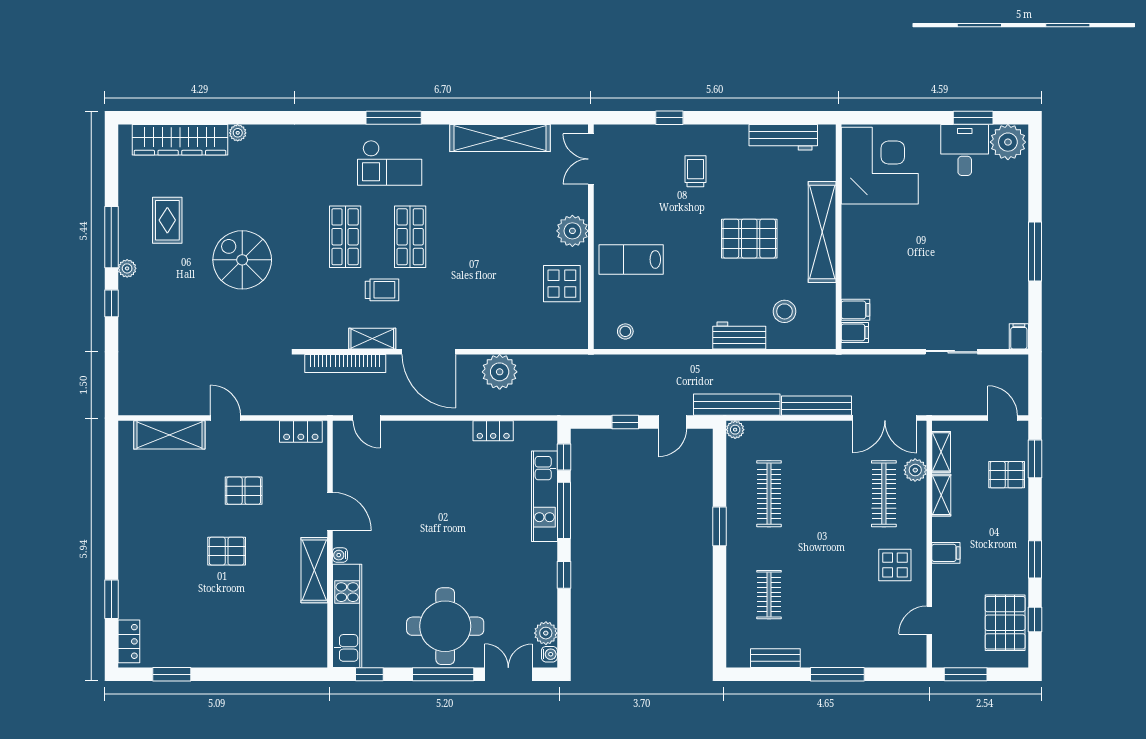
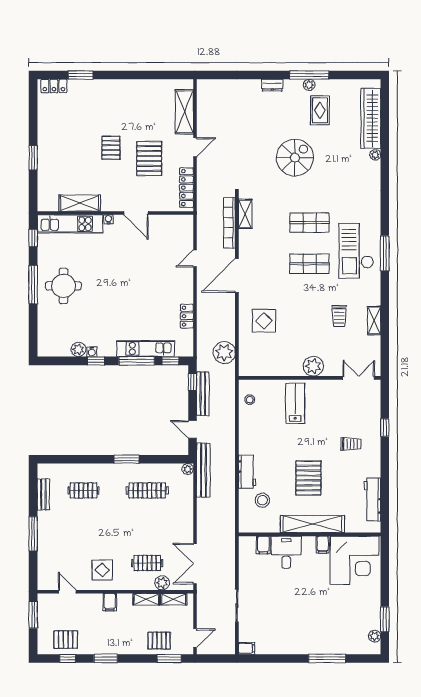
shelving: (500, 138) -> (374, 321), width x0.45, depth x0.75
plant: (1008, 142) -> (375, 636), width x0.53, depth x0.53
desk: (965, 150) -> (286, 552), moved, turned -90
checkout: (390, 163) -> (356, 251), width x1.36, depth x1.21
rug: (167, 220) -> (320, 110), turned 90
window: (1035, 251) -> (327, 658), moved
plant: (127, 268) -> (309, 85), moved
display table: (562, 284) -> (264, 321), moved
trolley: (382, 290) -> (339, 316), moved
dresser: (127, 296) -> (272, 85), added
window: (111, 303) -> (267, 75), removed
filing cabinet: (855, 332) -> (323, 545), moved
shelving: (372, 339) -> (245, 214), moved
plant: (500, 372) -> (224, 353), moved
bench: (816, 406) -> (203, 394), moved
door: (366, 418) -> (195, 258), moved
window: (625, 422) -> (192, 382), moved
locker: (301, 432) -> (186, 188), width x1.53
pallet: (1007, 475) -> (159, 641), turned 90
pallet: (244, 491) -> (149, 158), width x1.50, depth x1.42
clothes rail: (884, 494) -> (147, 563), width x0.73
door: (330, 511) -> (136, 213), hinge flipped
shelving: (314, 570) -> (80, 203), moved
pallet: (1005, 623) -> (66, 640), width x0.67, depth x0.71
round table: (445, 626) -> (63, 286), width x0.73, depth x0.73
plant: (546, 633) -> (78, 349), moved
water cooler: (549, 654) -> (92, 352), moved
window: (172, 674) -> (33, 158), moved
double door: (508, 674) -> (33, 326), removed

